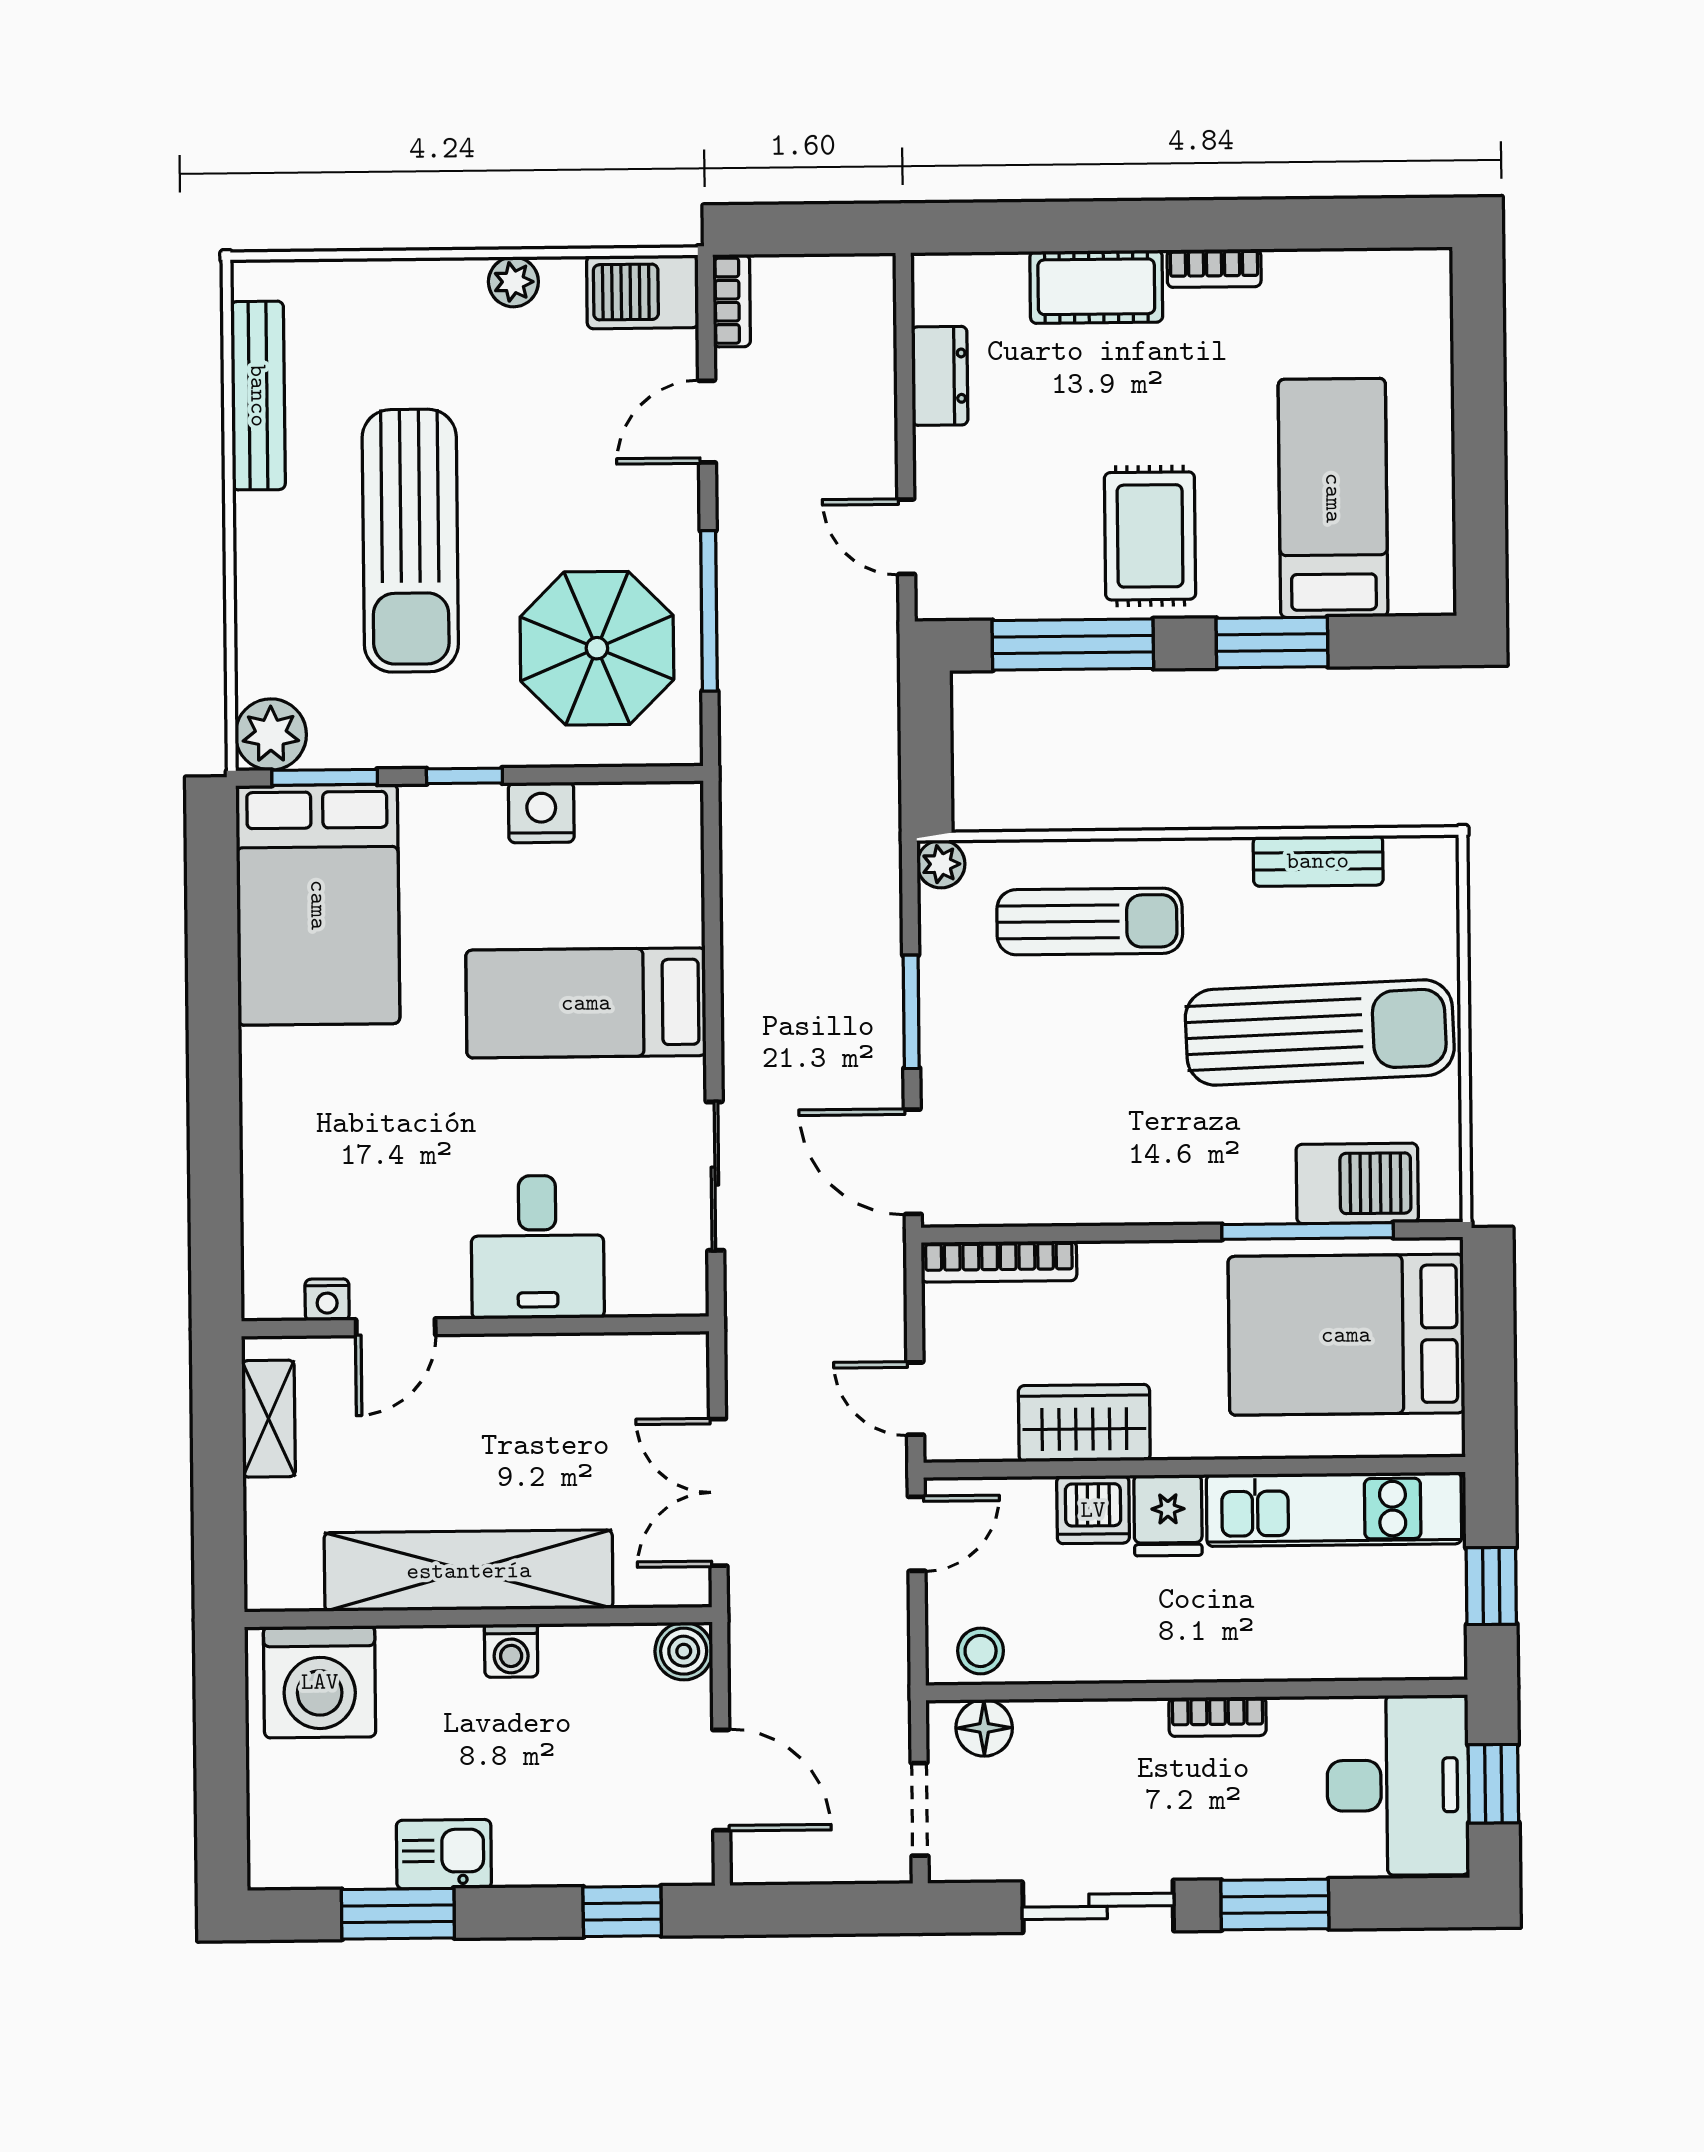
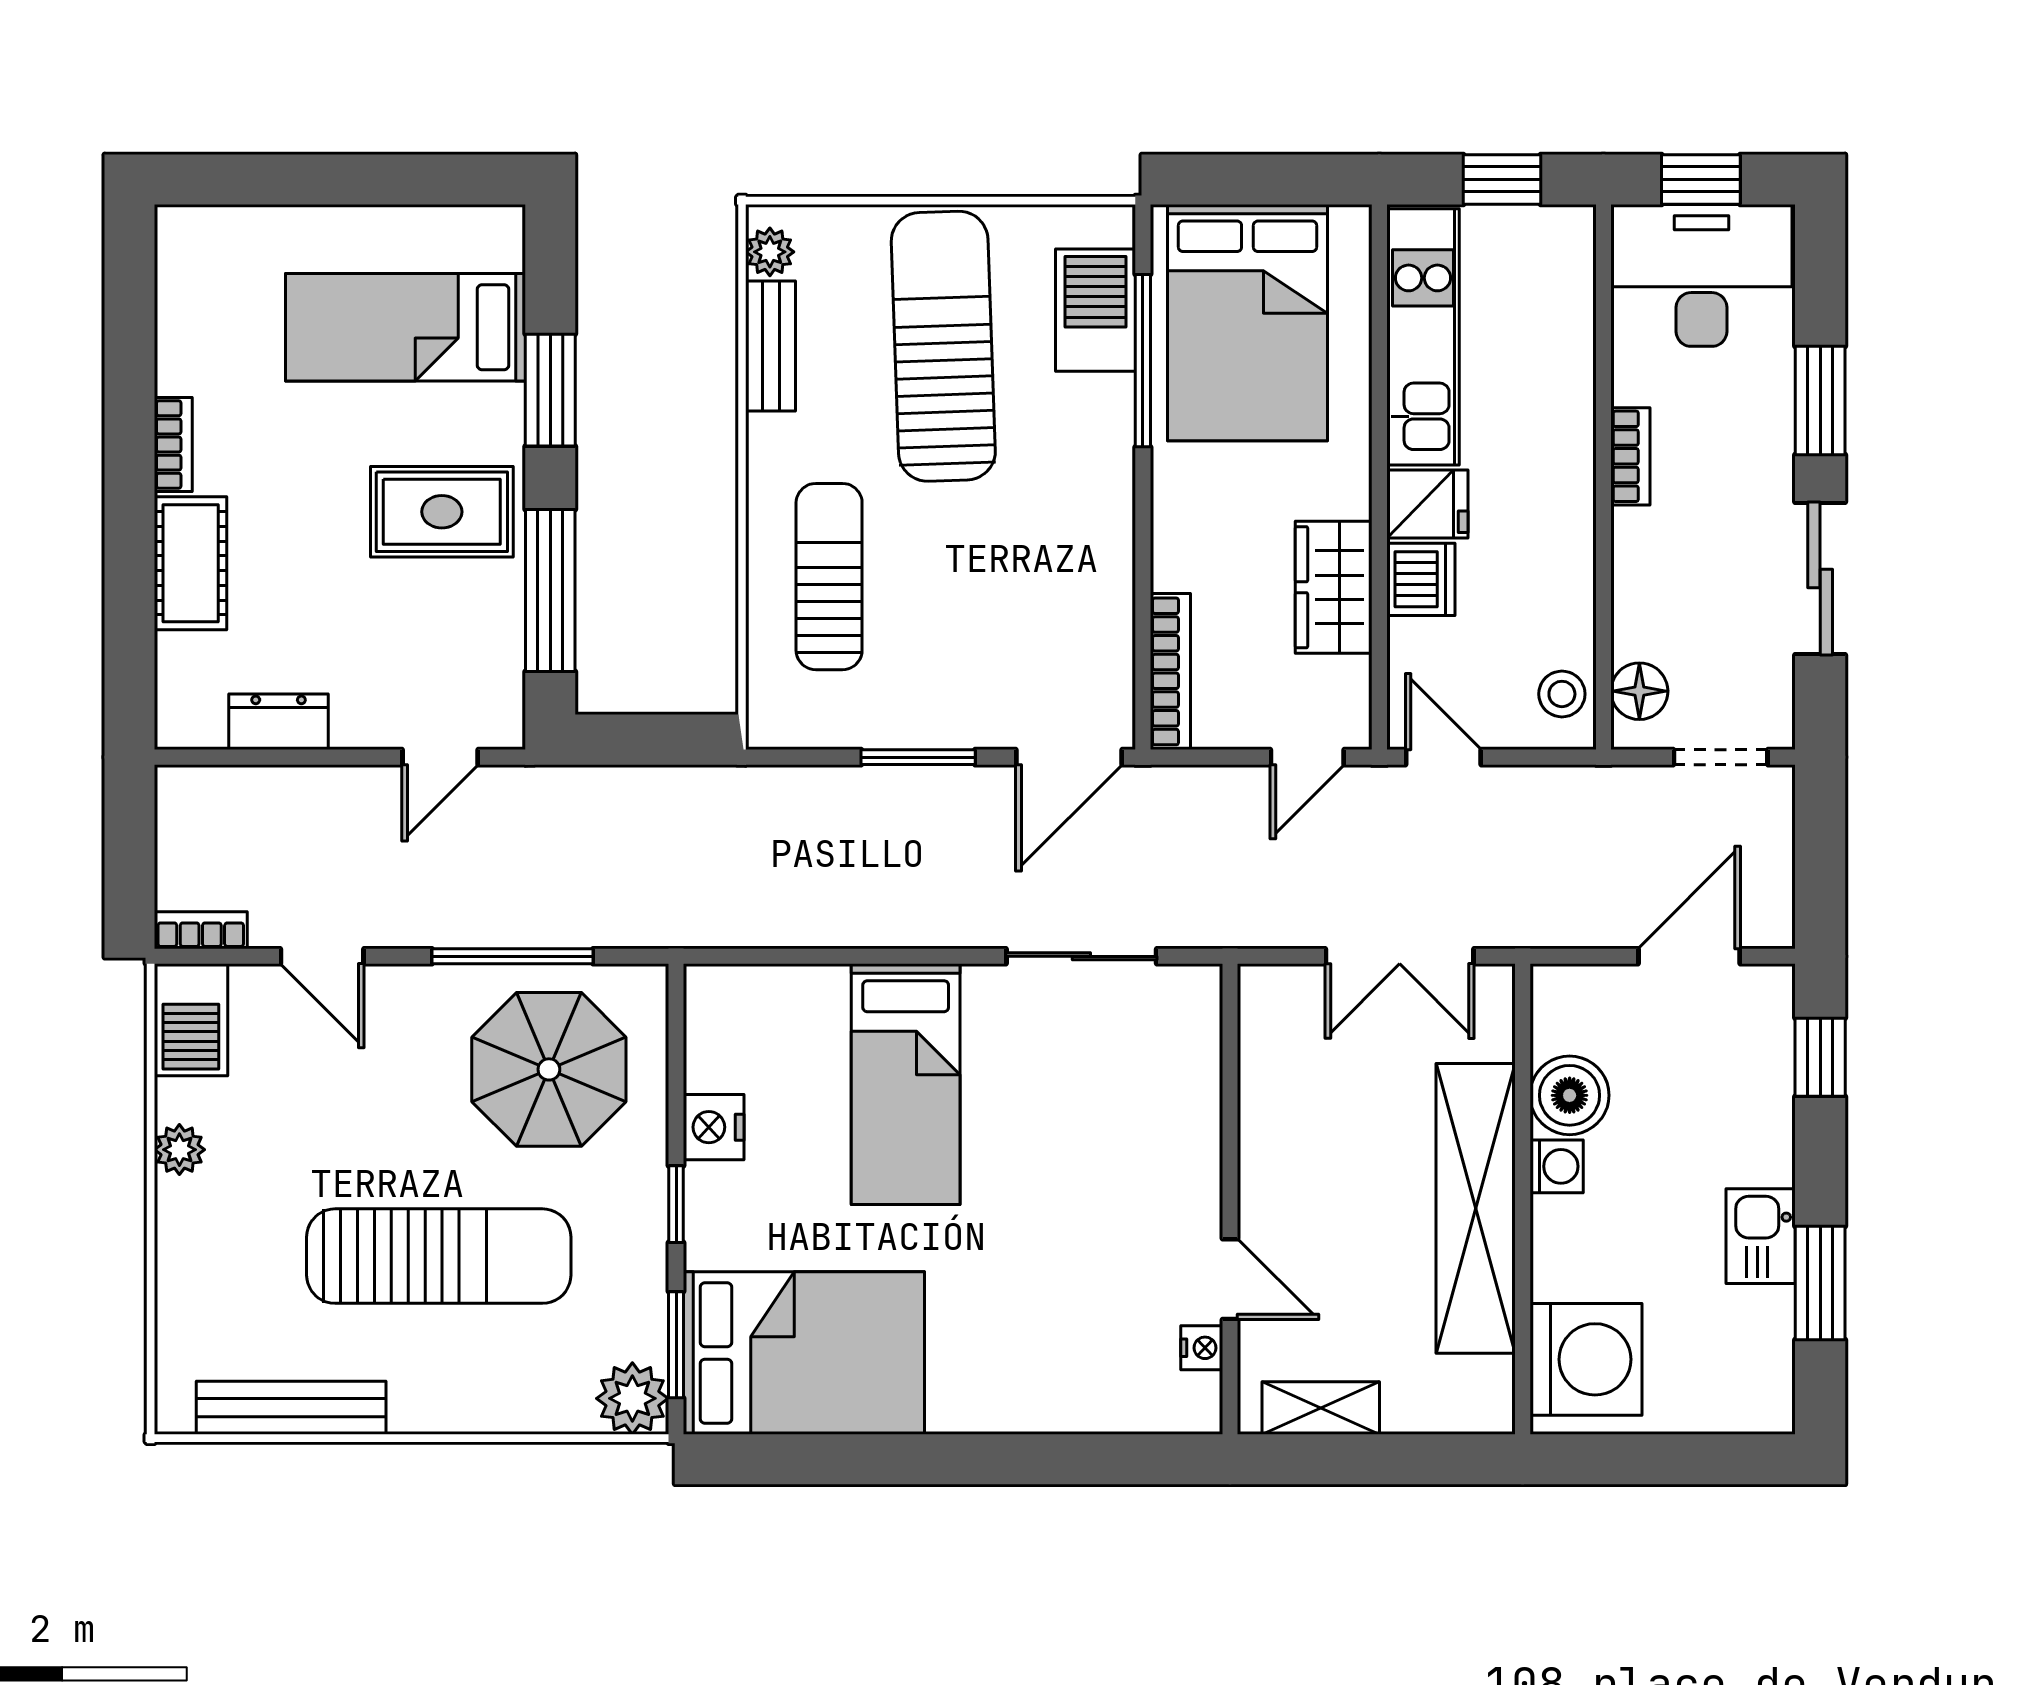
plant: (941, 864) -> (770, 252), moved
desk: (537, 1247) -> (1151, 1136), removed
boiler: (684, 1651) -> (1570, 1095), moved, width x1.36, depth x1.36

